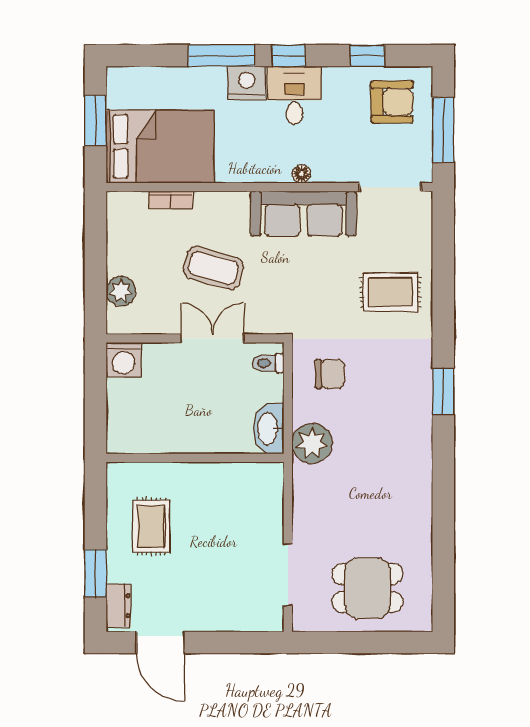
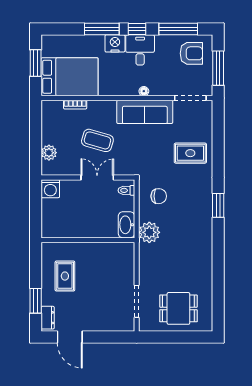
window: (367, 56) -> (178, 29), width x2.17

